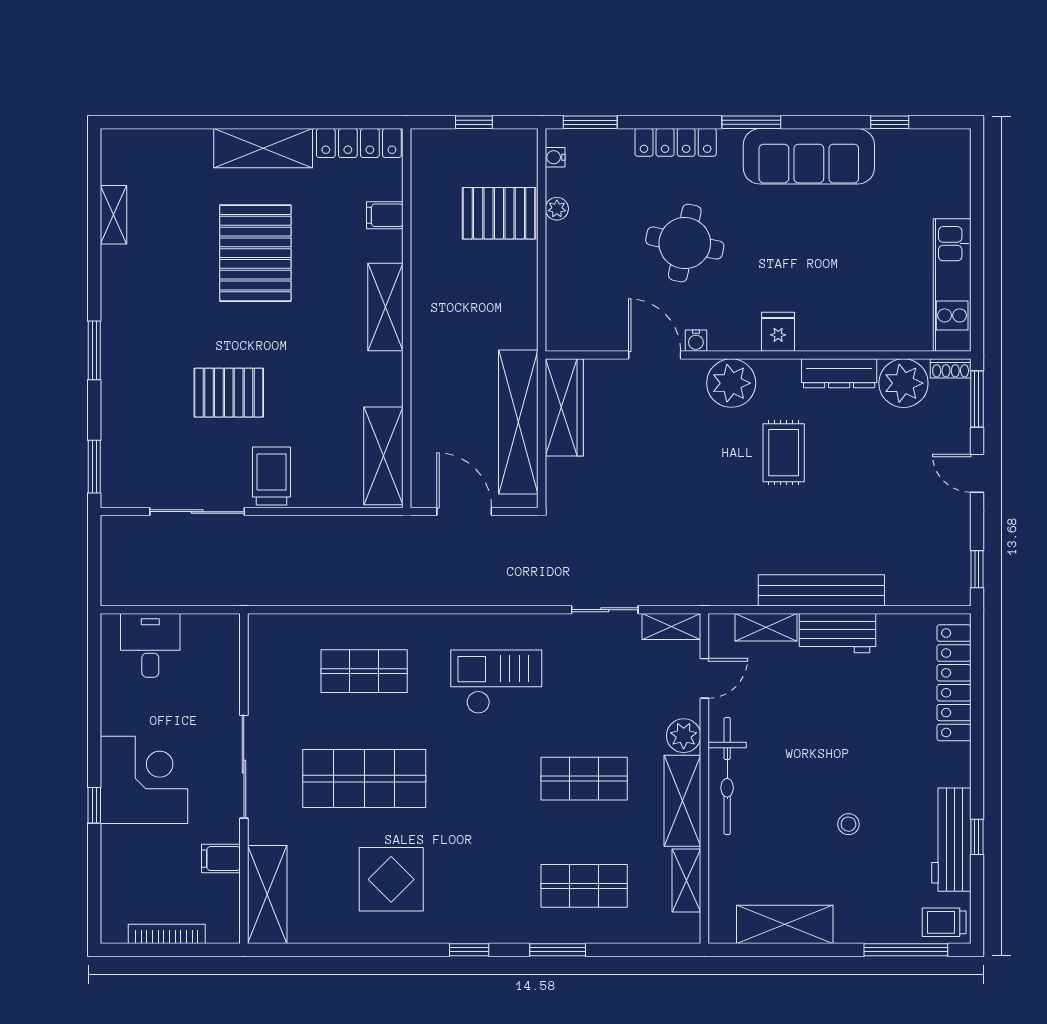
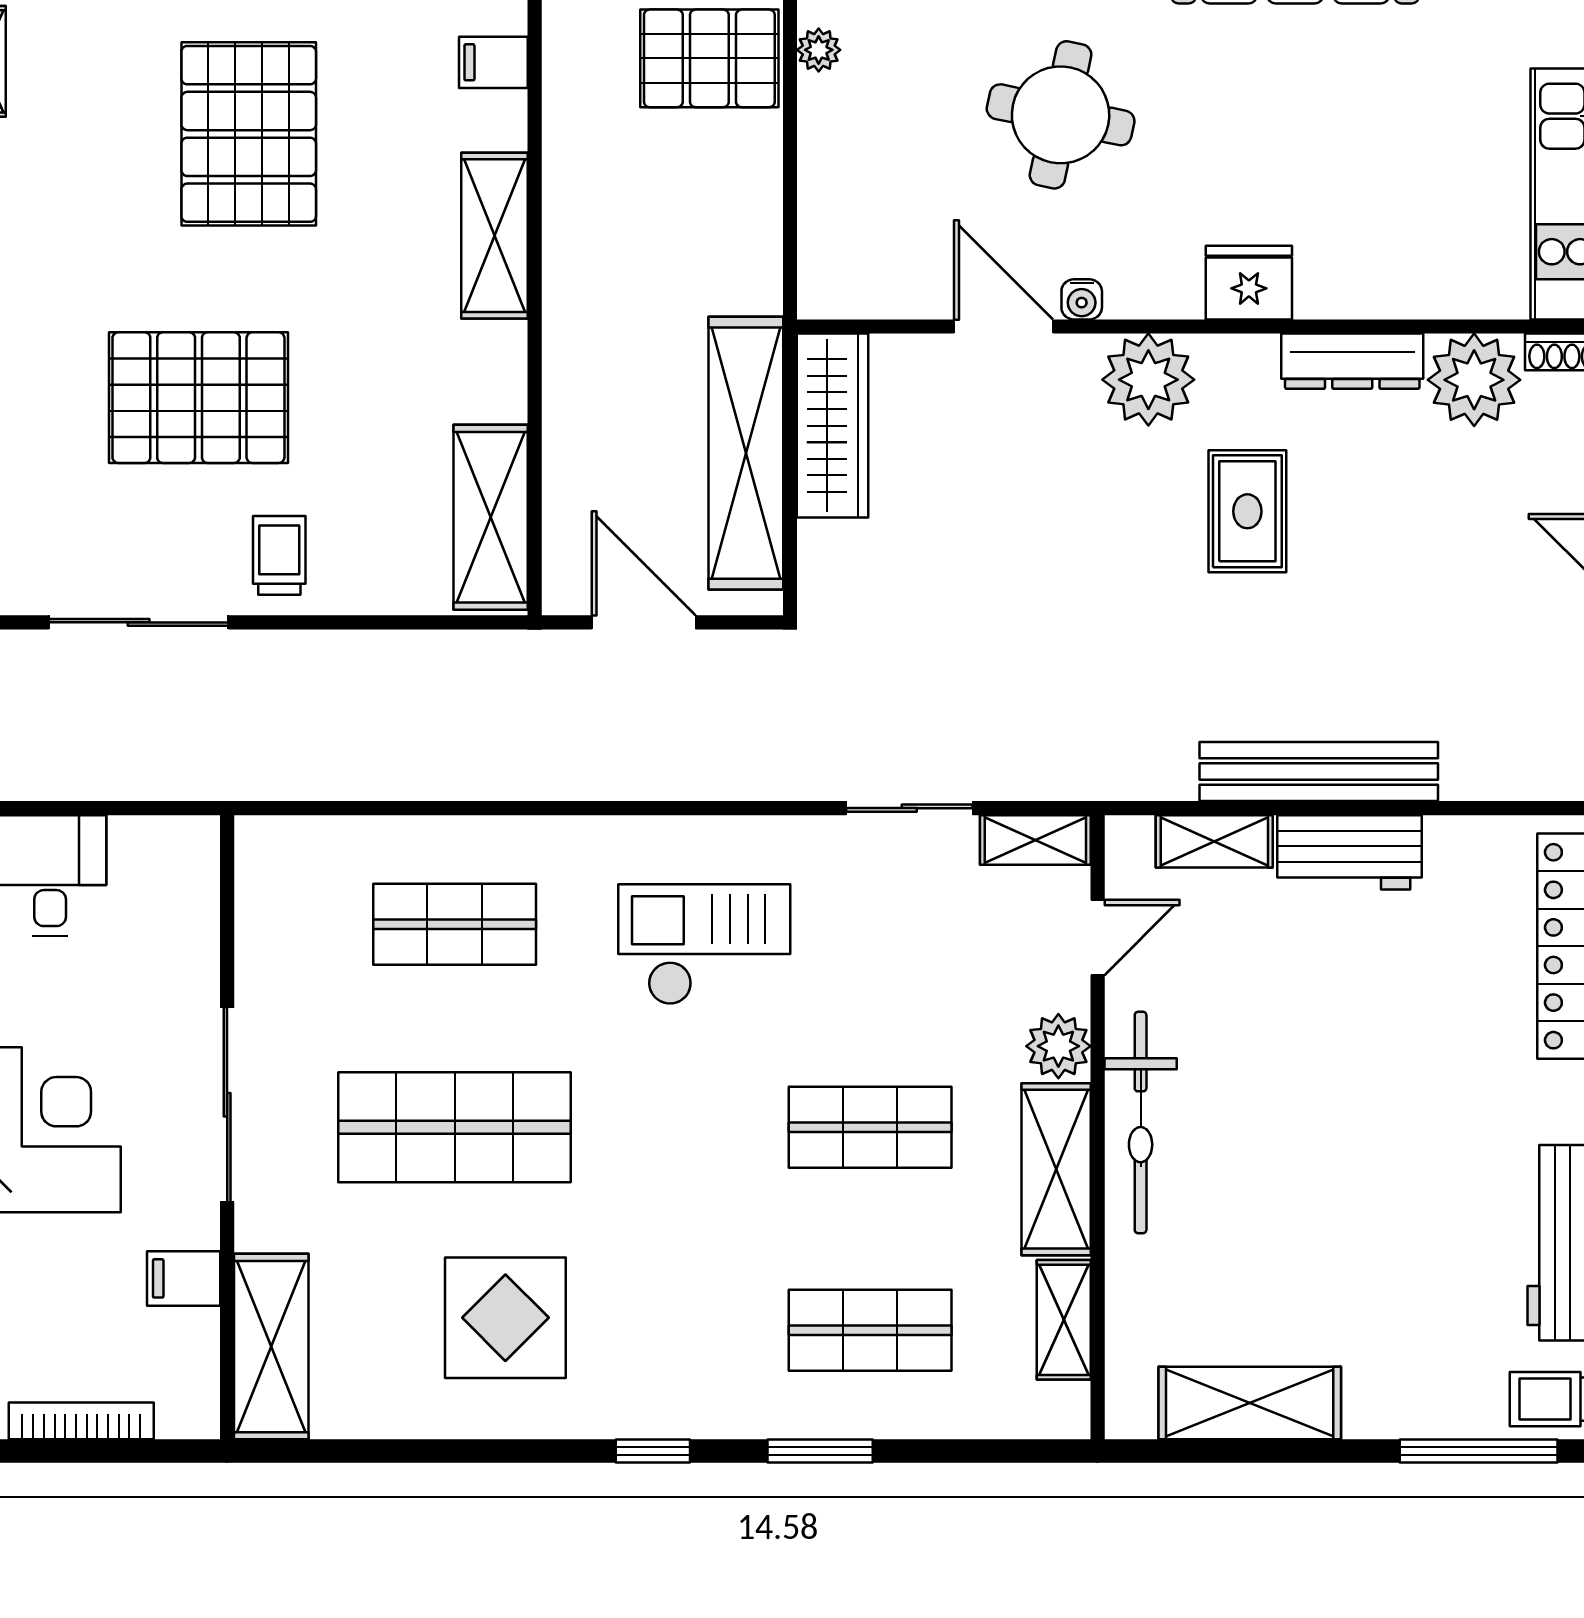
fridge: (778, 332) -> (1249, 283), width x1.38
pallet: (229, 393) -> (198, 398), width x1.37, depth x1.41
trolley: (272, 476) -> (279, 555), width x0.73, depth x0.72
stool: (848, 824) -> (1370, 1213), removed

